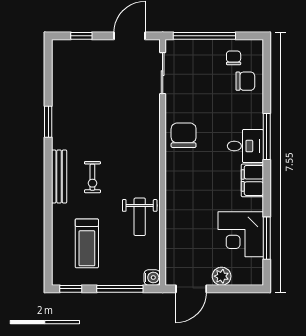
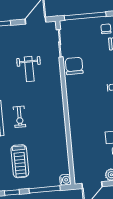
chair: (184, 135) -> (74, 66), moved
weight bench: (140, 217) -> (29, 69), moved

